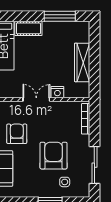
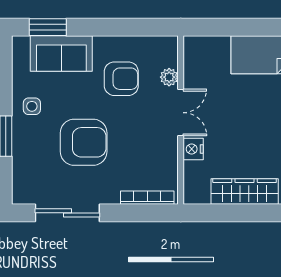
plant: (16, 106) -> (169, 77), added
side table: (65, 182) -> (32, 106), moved

